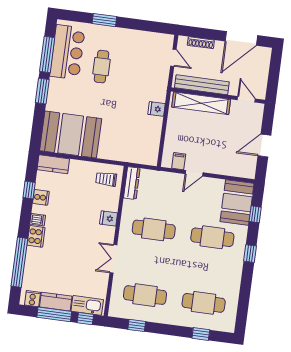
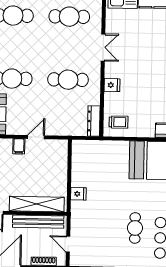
filing cabinet: (179, 161) -> (19, 146), moved

